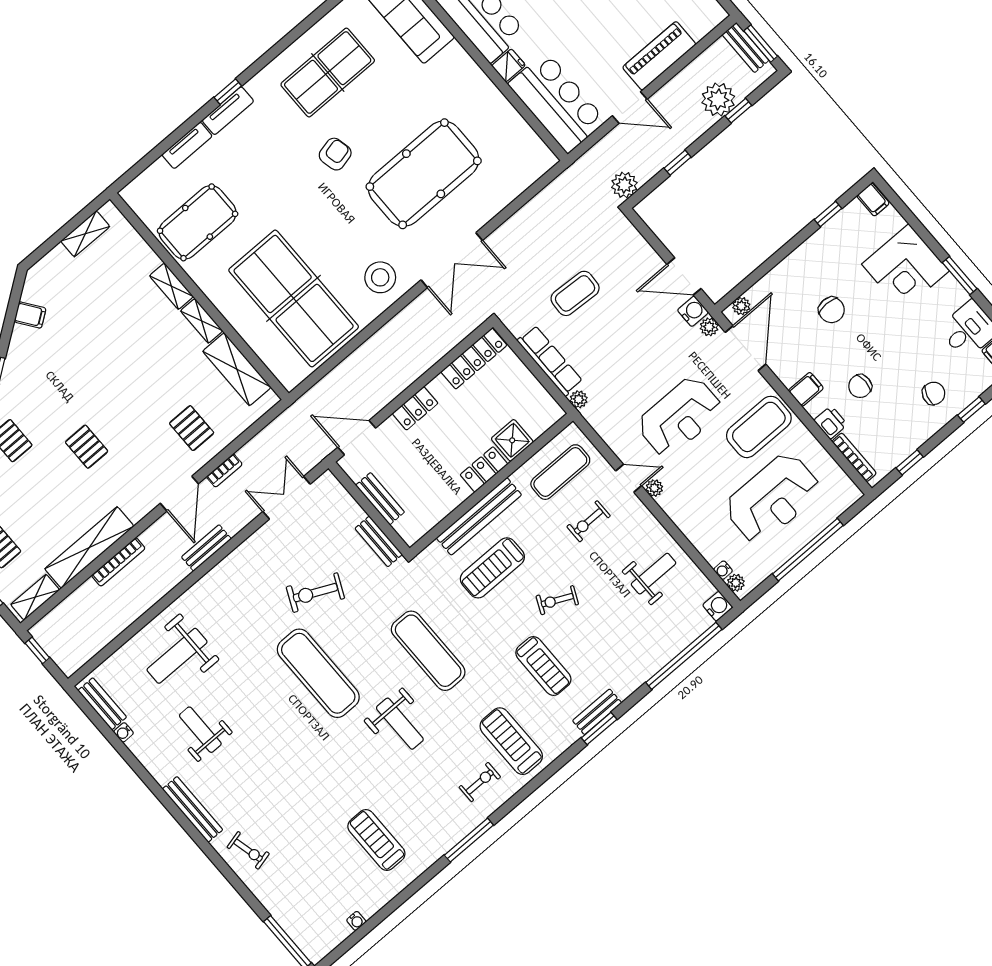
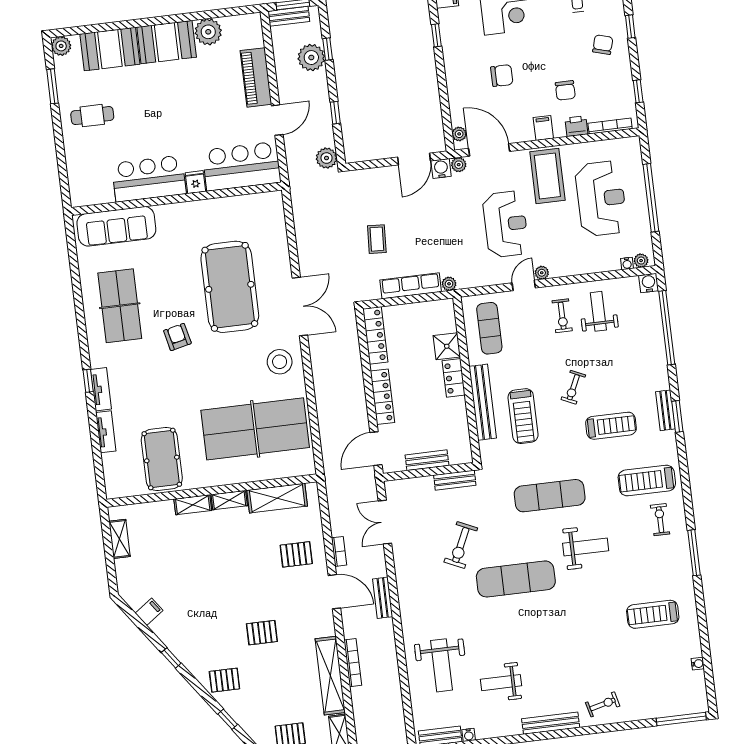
coffee table: (575, 293) -> (377, 239), width x0.73, depth x0.77
locker: (415, 408) -> (382, 397), width x1.53
exercise bike: (588, 521) -> (562, 316), moved

